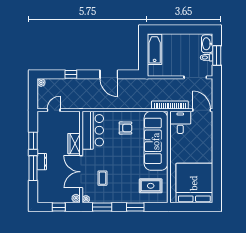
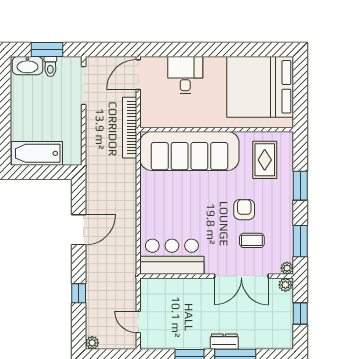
desk: (180, 122) -> (185, 75), moved, turned 90
armchair: (125, 128) -> (244, 210), moved
wardrobe: (74, 144) -> (194, 288), removed

